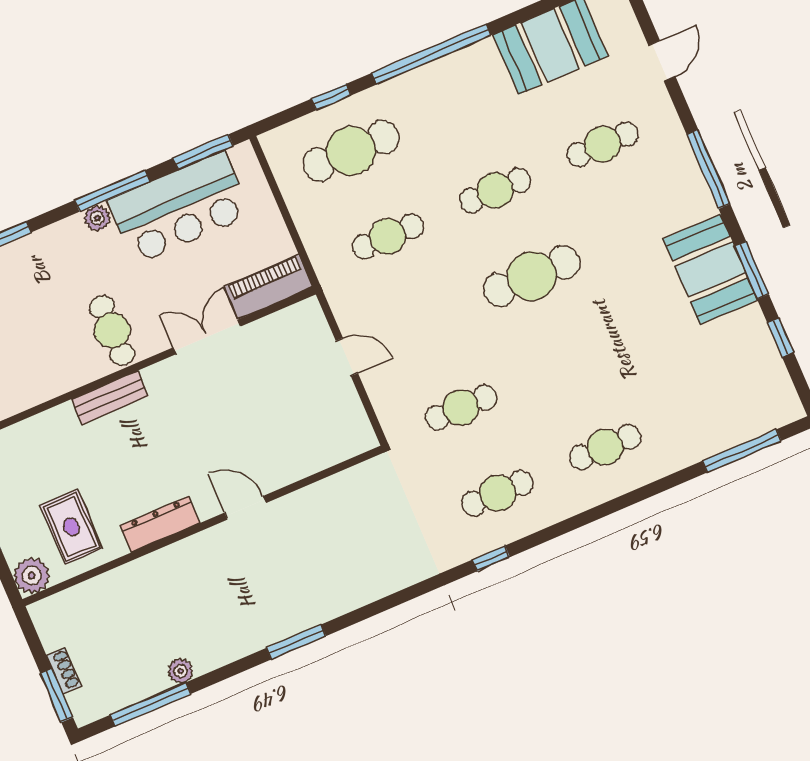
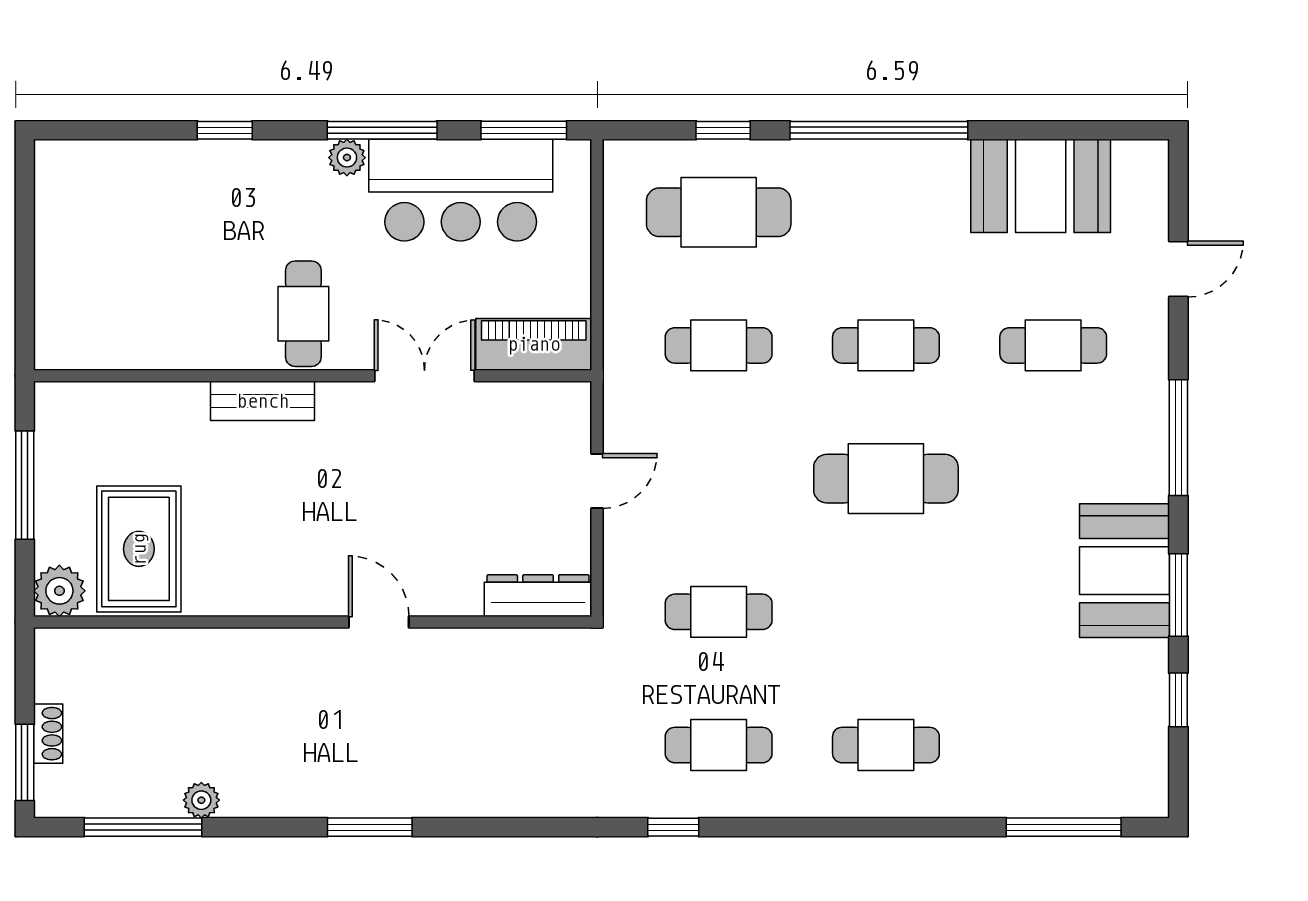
door: (347, 357) -> (597, 481), hinge flipped
dresser: (160, 524) -> (538, 596), moved
rug: (71, 527) -> (139, 549), width x1.36, depth x1.43

